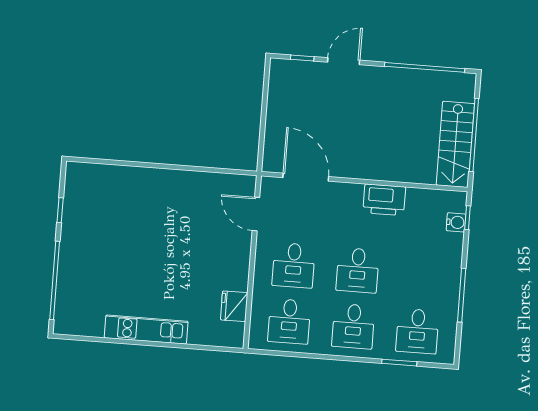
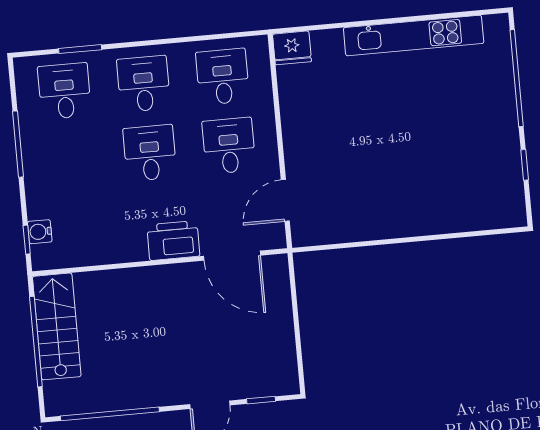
printer: (384, 200) -> (173, 241), moved
door: (256, 214) -> (285, 200), swing flipped
fridge: (234, 306) -> (292, 48), moved, turned 90
kitchen unit: (146, 330) -> (414, 36), width x1.36

